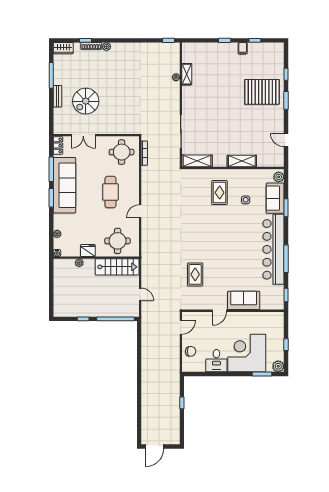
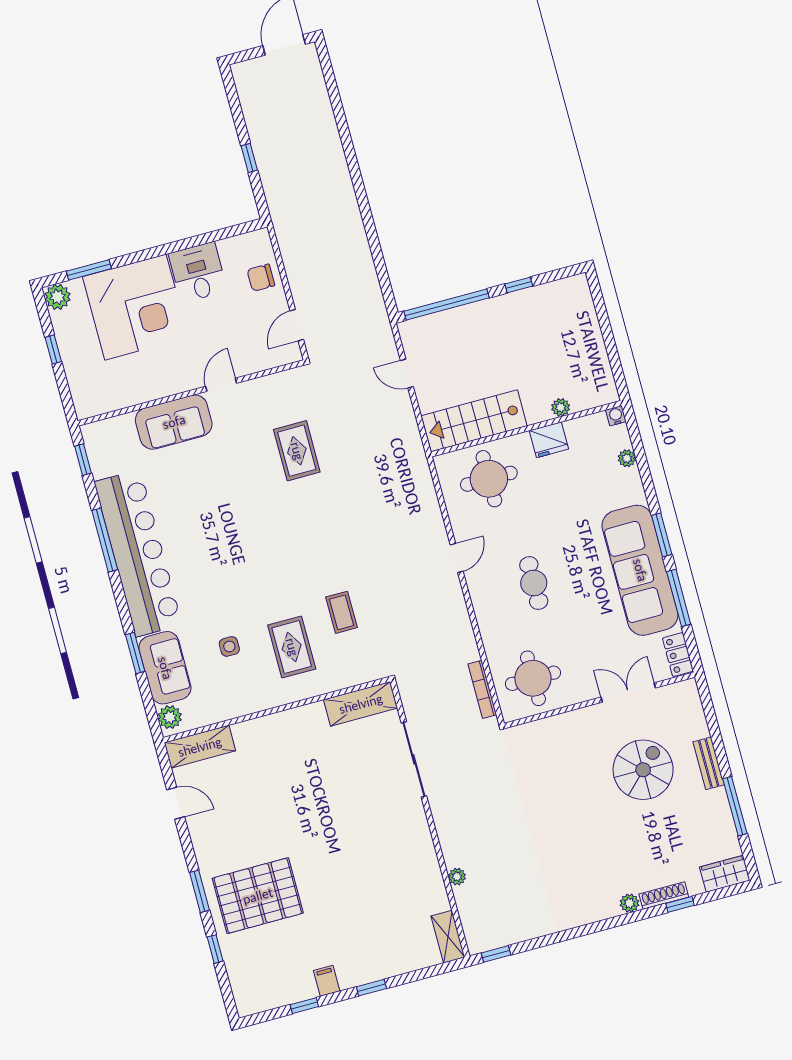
shelving: (187, 74) -> (448, 937), moved
shelving: (242, 161) -> (200, 747), moved
cafe table: (111, 192) -> (534, 583), width x0.73, depth x0.74
coffee table: (195, 201) -> (341, 612), added

